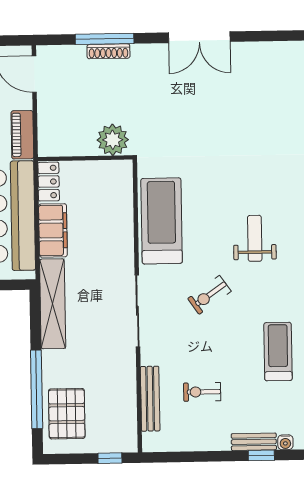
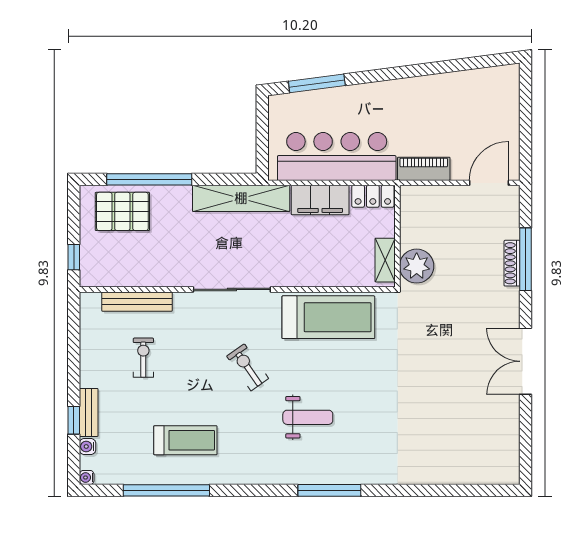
shelving: (108, 169) -> (385, 260), added

